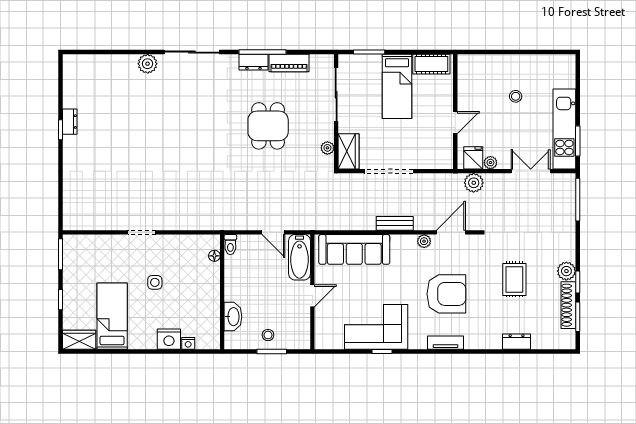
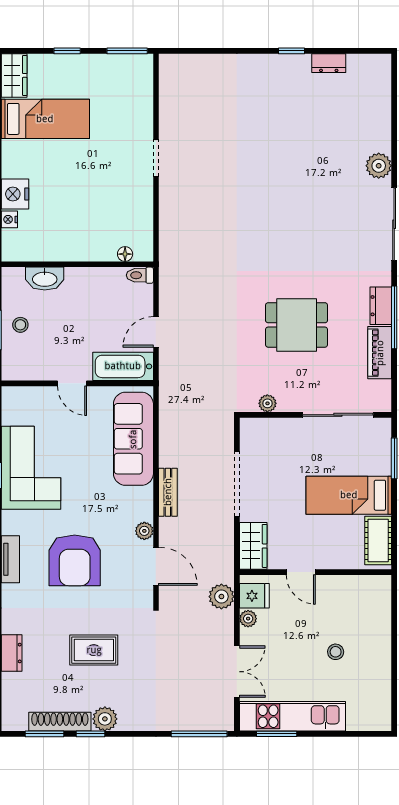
dresser: (70, 122) -> (329, 63), moved
wardrobe: (348, 151) -> (253, 546), moved, turned -90
side table: (155, 282) -> (90, 175), removed

